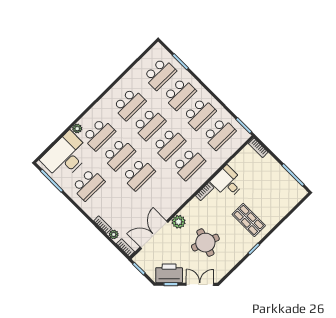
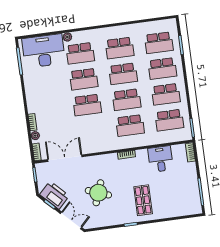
desk: (228, 182) -> (160, 159), moved
school desk: (88, 185) -> (44, 84), removed
plant: (179, 222) -> (90, 162), removed

